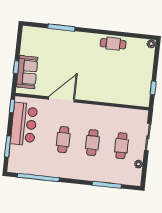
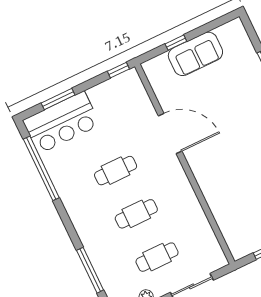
sofa: (27, 72) -> (195, 54), moved
bar counter: (24, 124) -> (61, 123), moved

